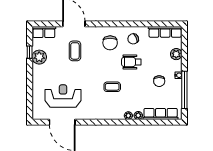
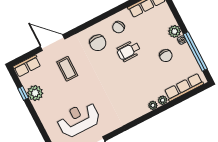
plant: (176, 54) -> (175, 31), moved
coffee table: (112, 87) -> (122, 85), removed

